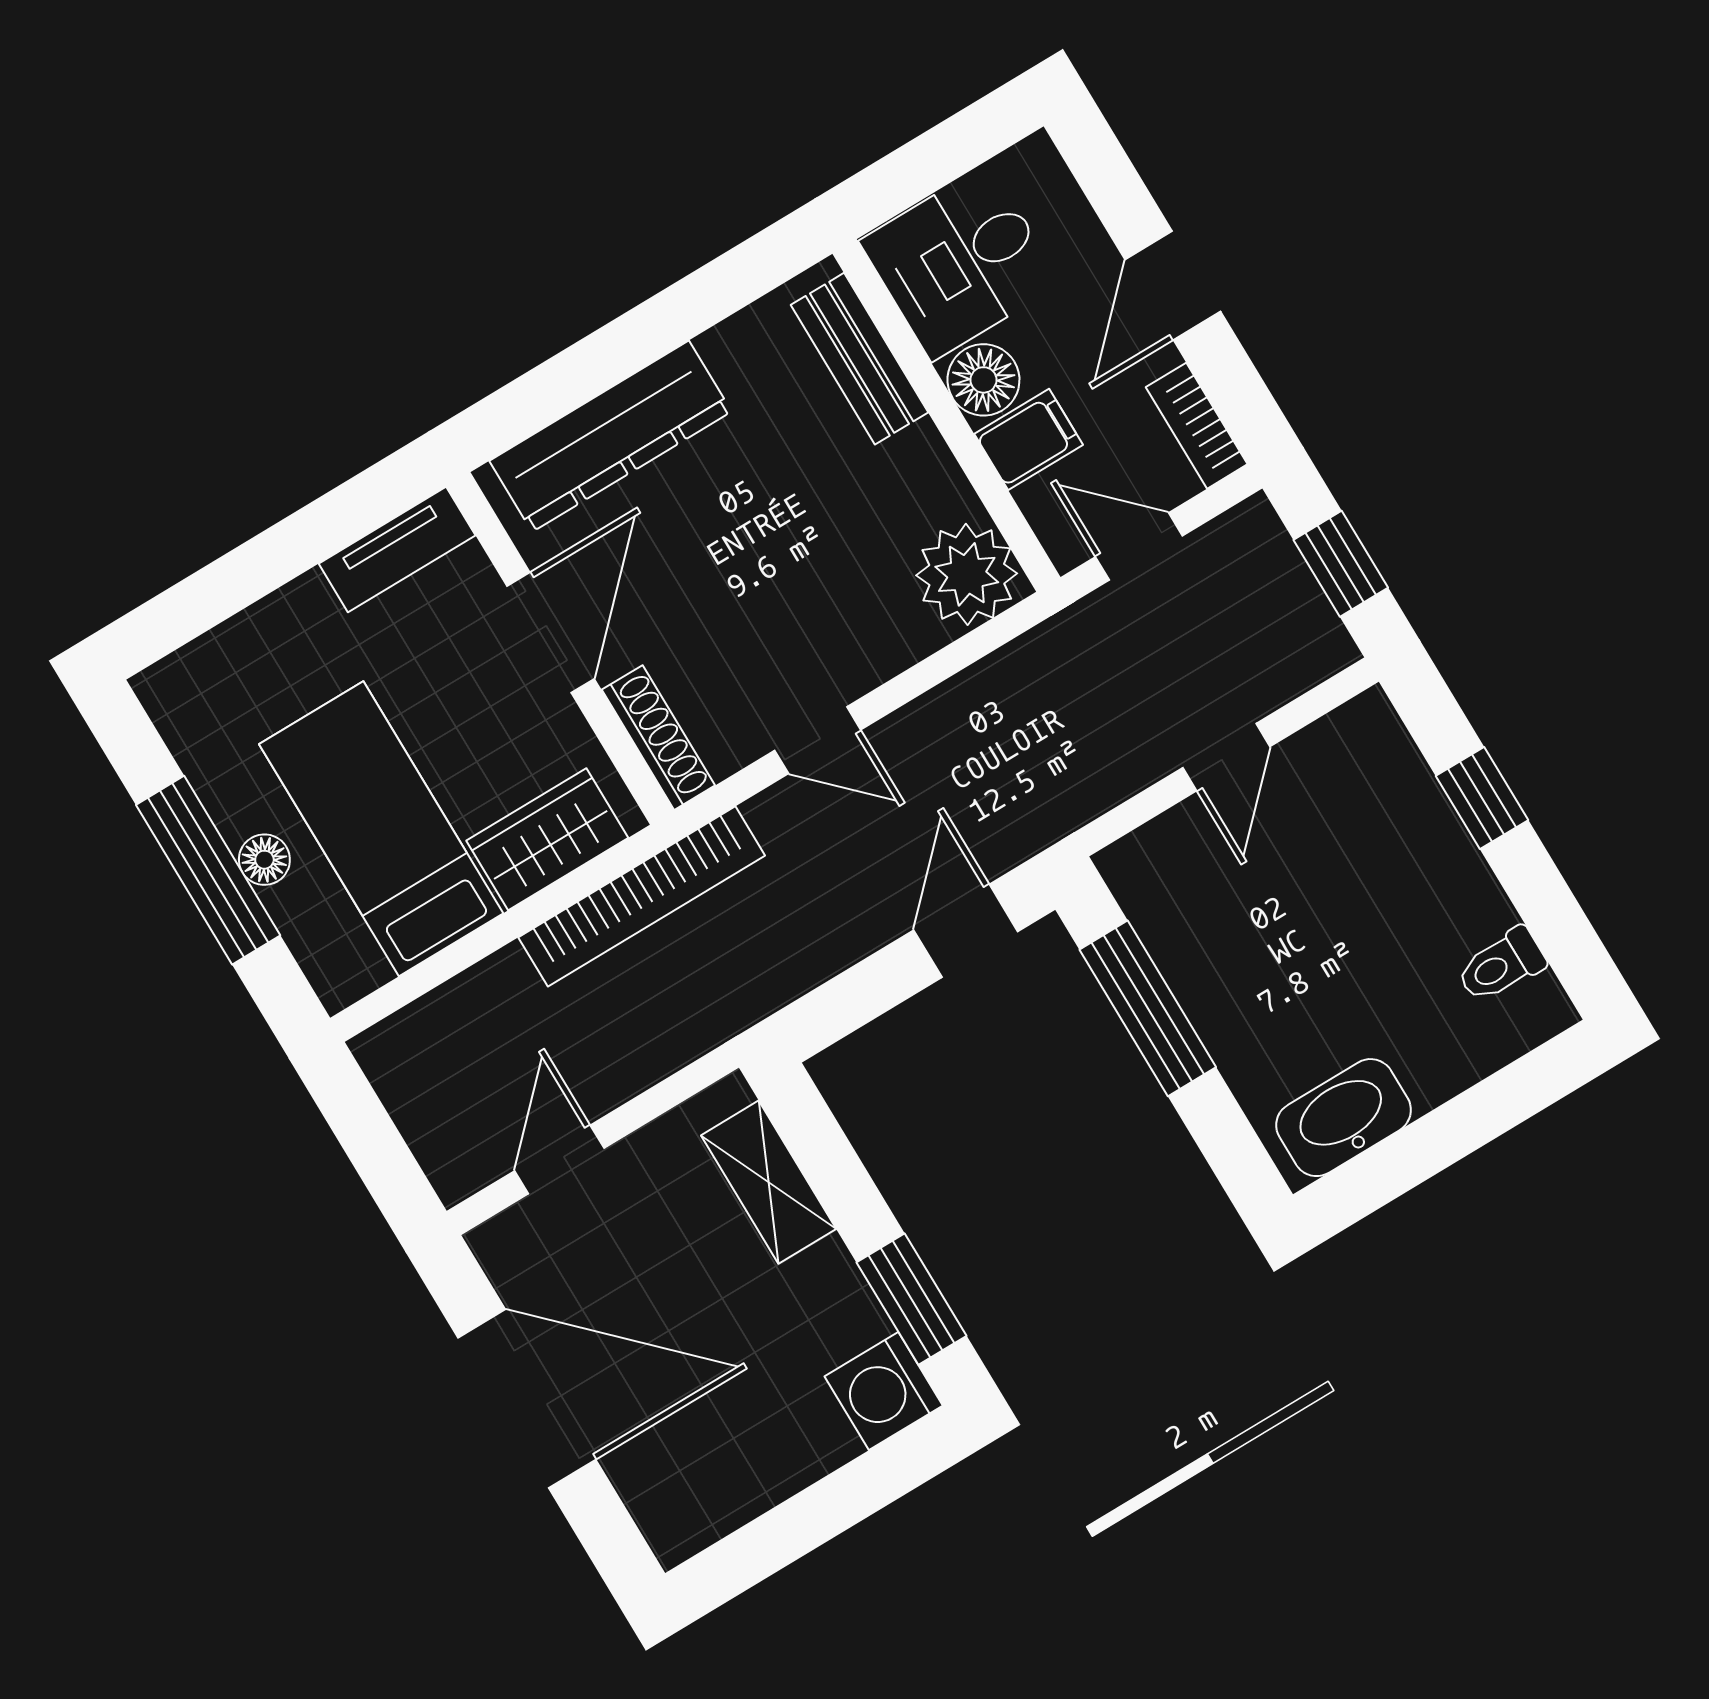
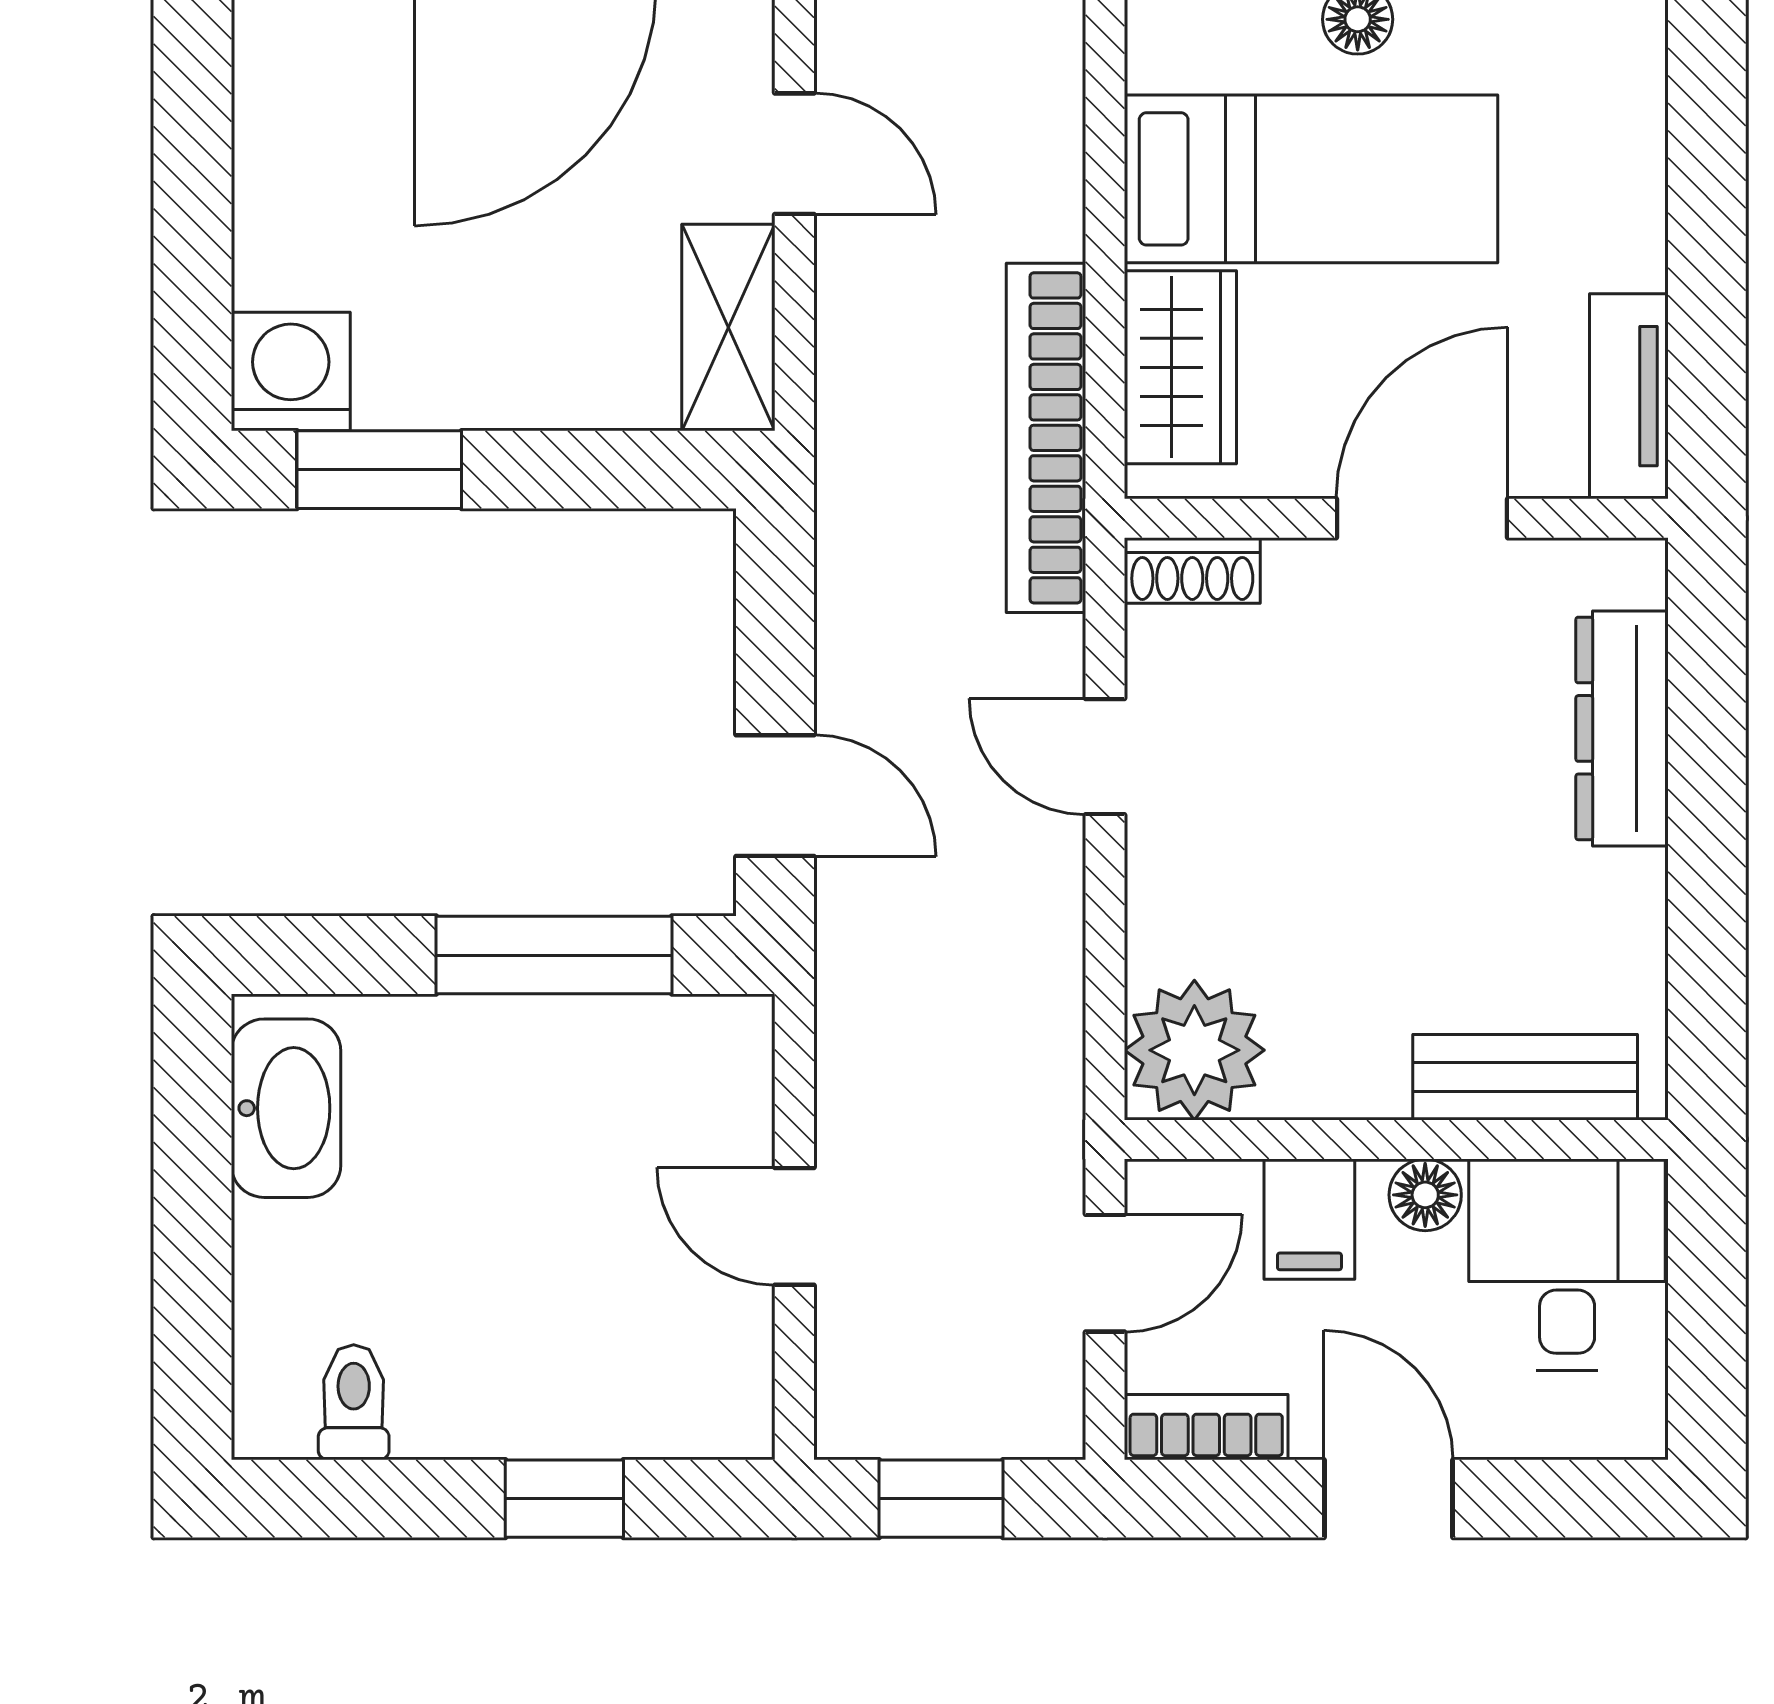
floor lamp: (983, 380) -> (1425, 1195), width x0.73, depth x0.73
dresser: (610, 436) -> (1622, 728), width x0.73, depth x0.80
door: (551, 632) -> (1422, 518), swing flipped
shoe rack: (658, 738) -> (1192, 571), width x0.70
door: (818, 740) -> (1105, 757), hinge flipped
shelving: (769, 1182) -> (728, 327), moved, turned 90

